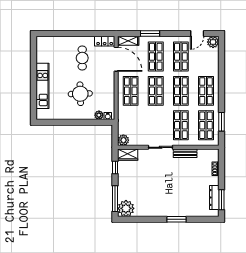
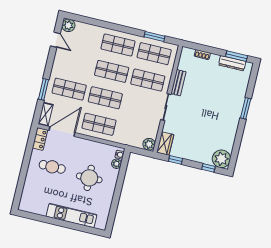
shop shelf: (181, 56) -> (76, 63), removed
window: (115, 199) -> (208, 168), width x0.46

